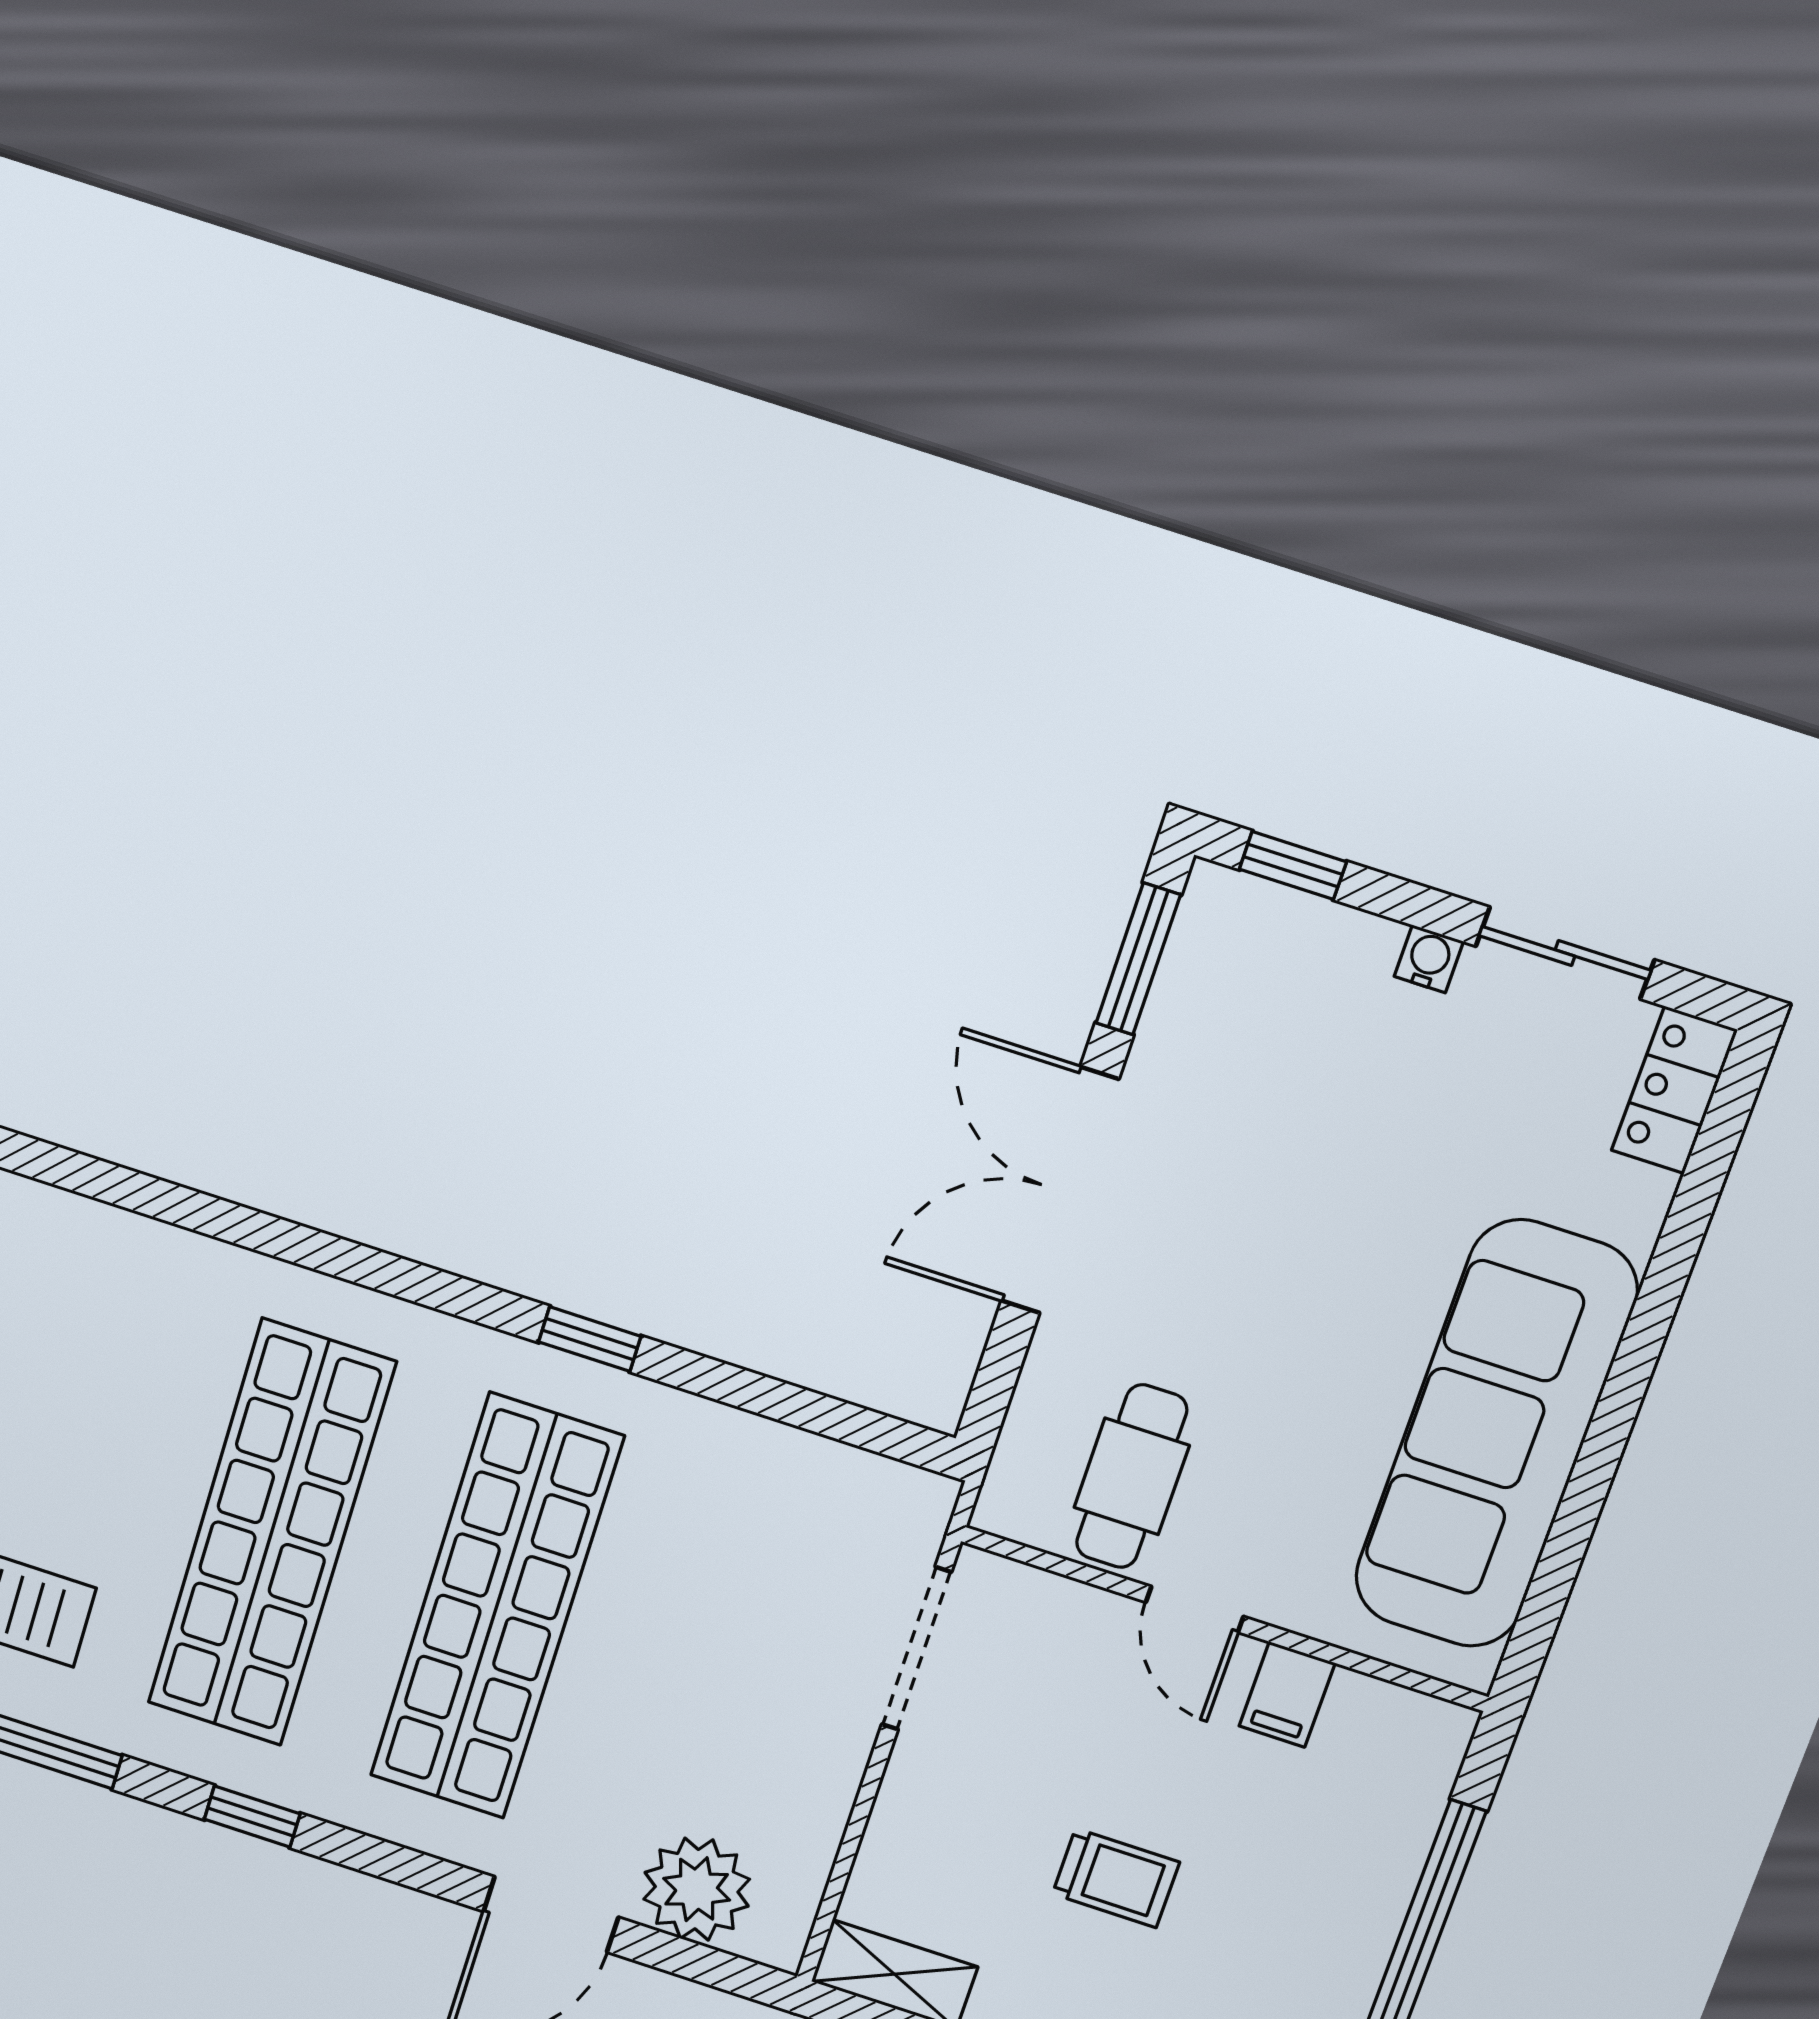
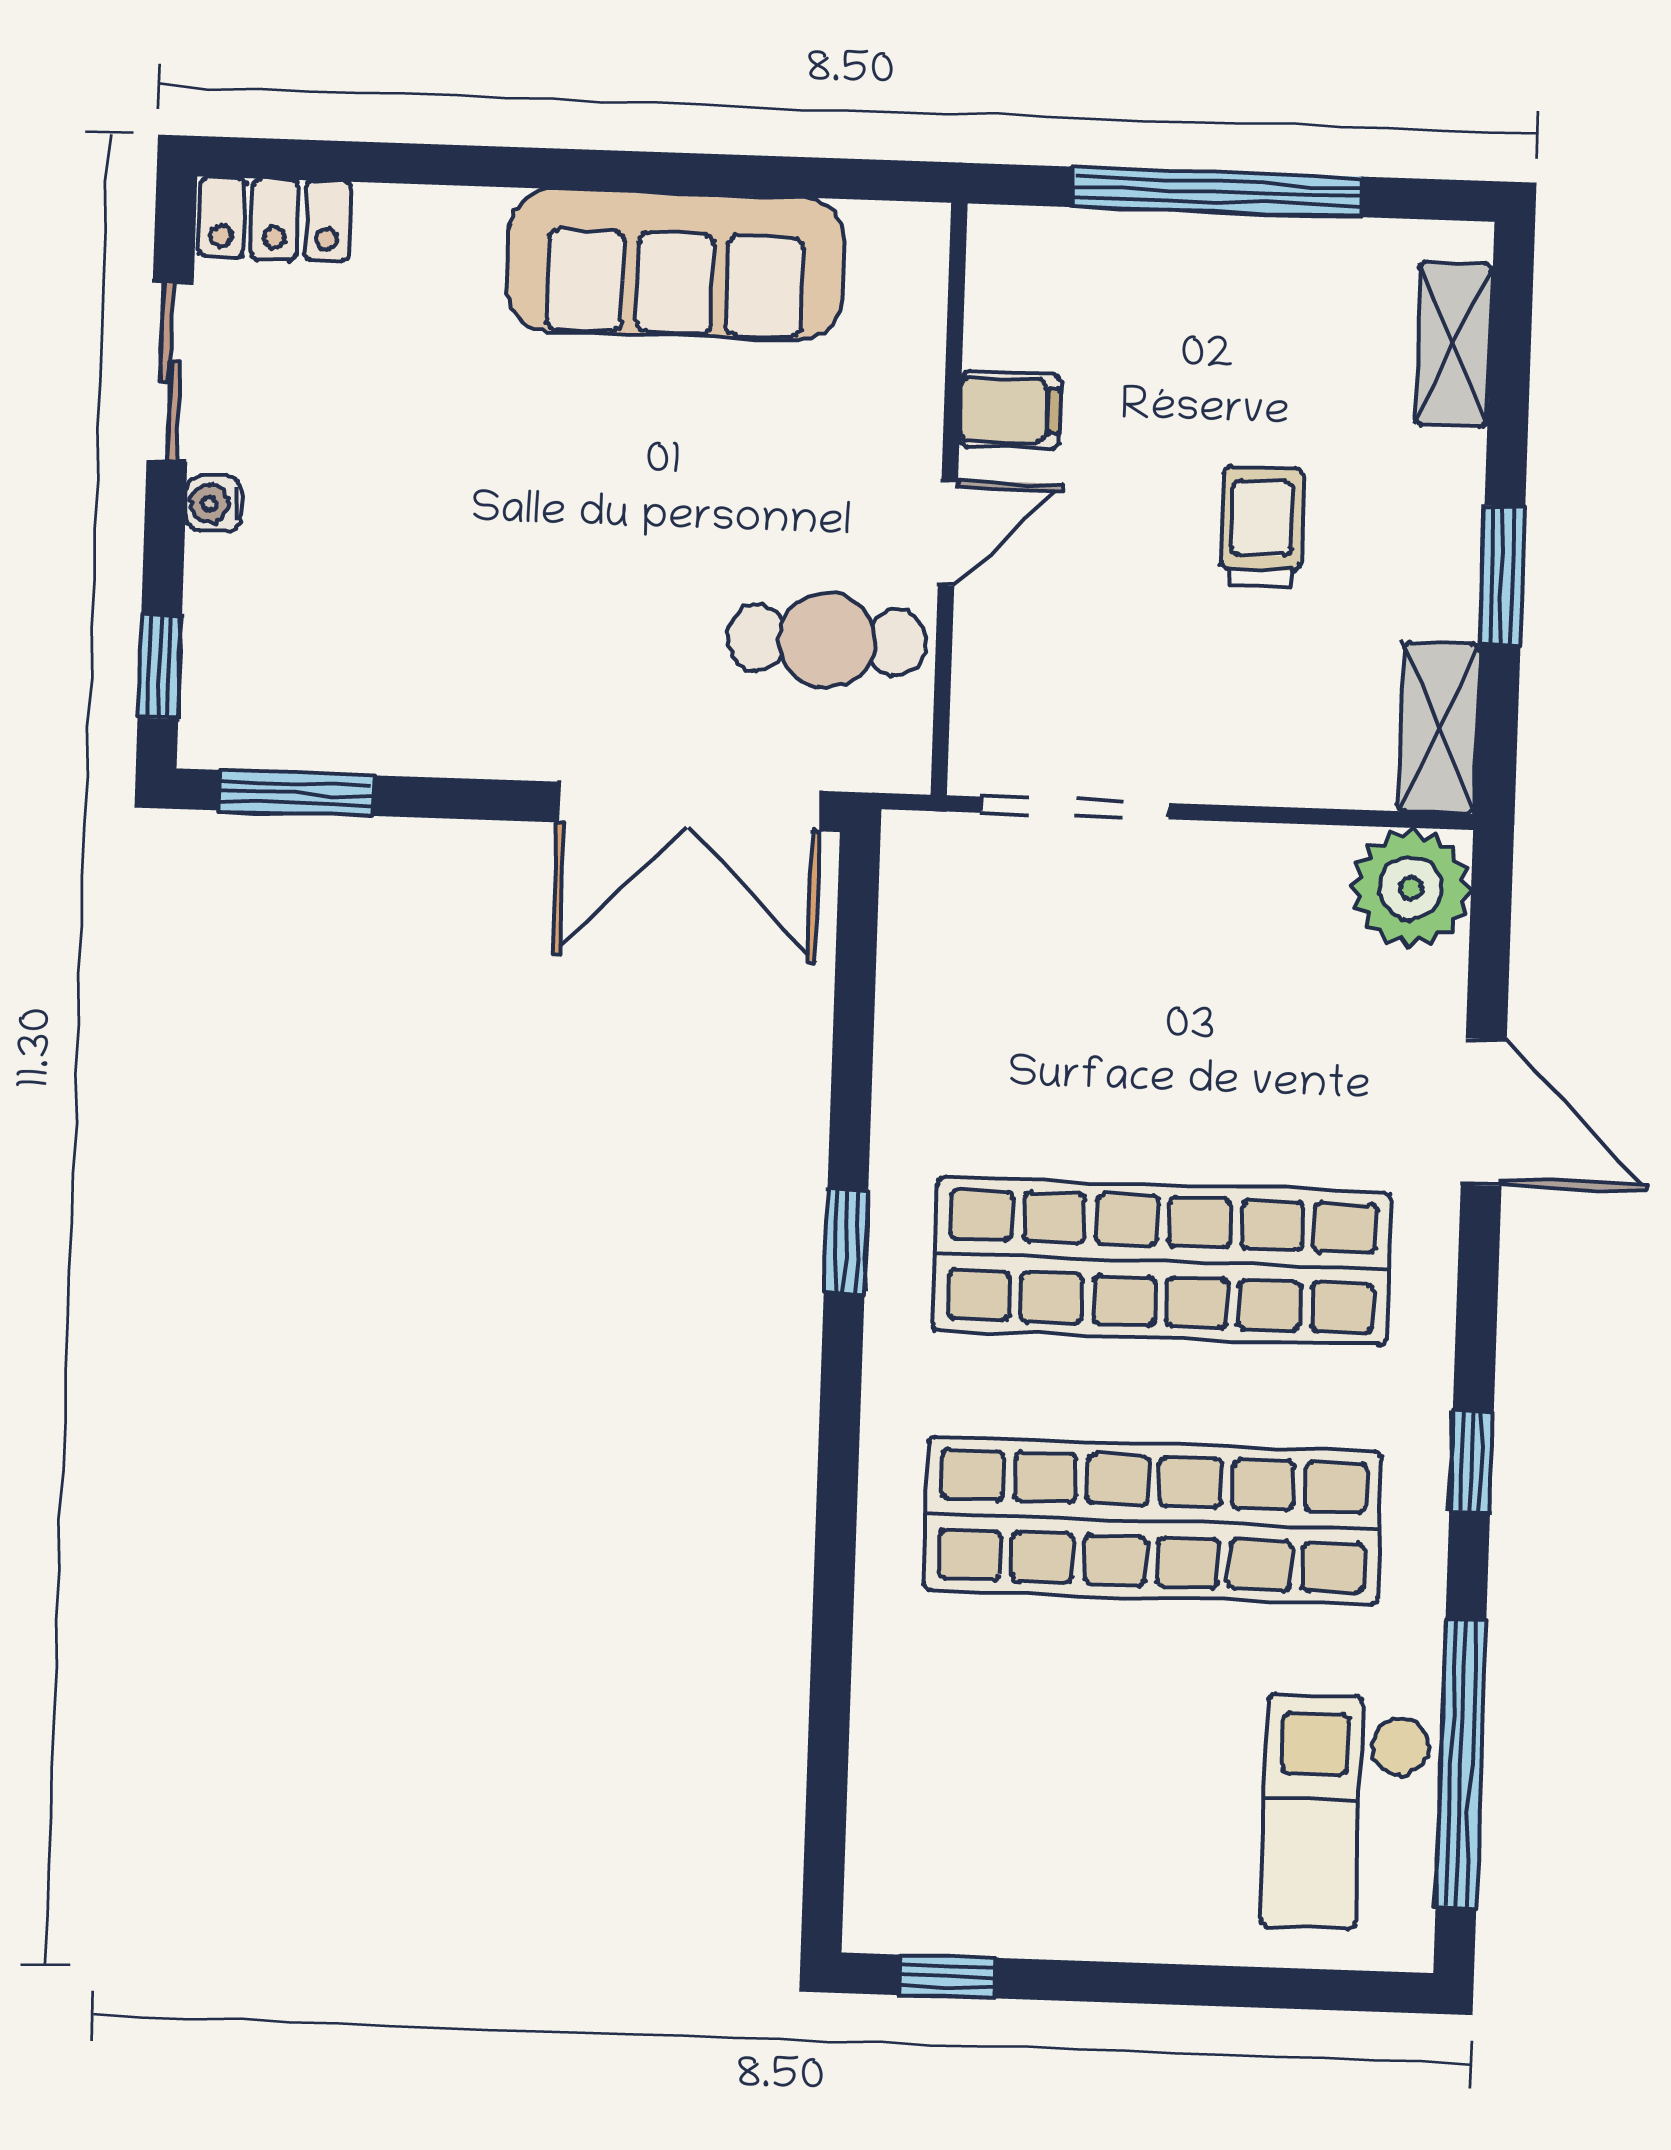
double door: (1060, 1191) -> (689, 807), moved
sofa: (1496, 1435) -> (676, 265), width x0.74, depth x0.79
plant: (697, 1889) -> (1411, 888), moved

